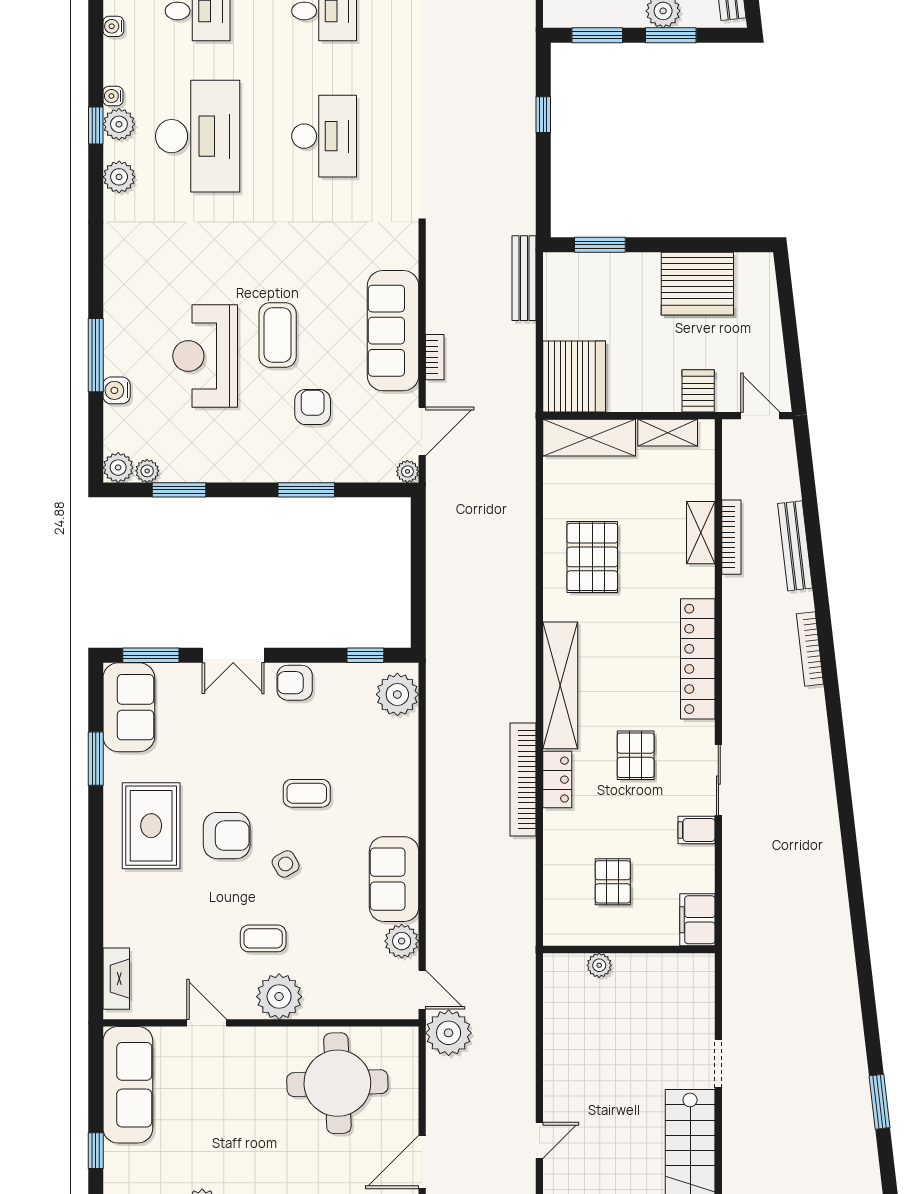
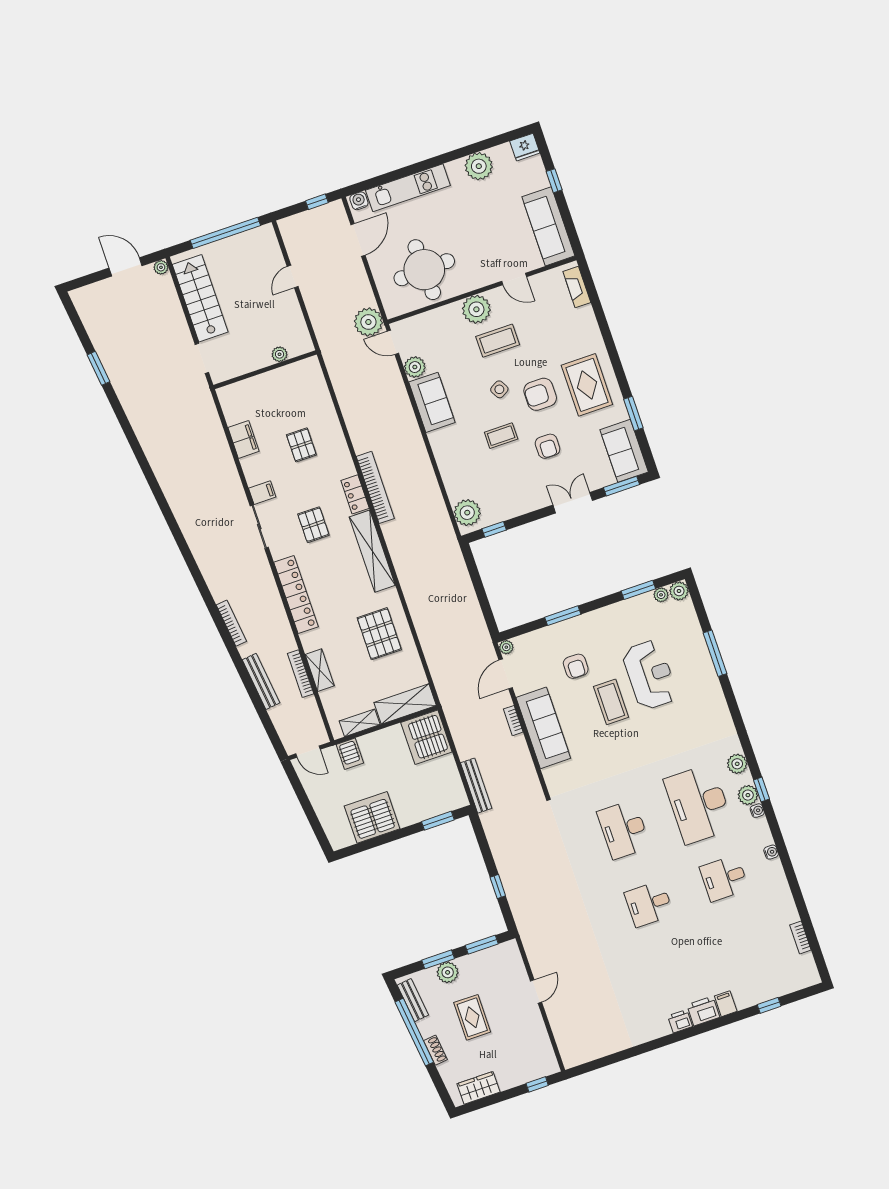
water cooler: (117, 390) -> (696, 636), removed
armchair: (295, 683) -> (548, 446), moved, turned 90
coffee table: (263, 938) -> (498, 341), width x1.36, depth x1.30
wall: (629, 949) -> (265, 370), moved
plant: (599, 965) -> (280, 354), moved

